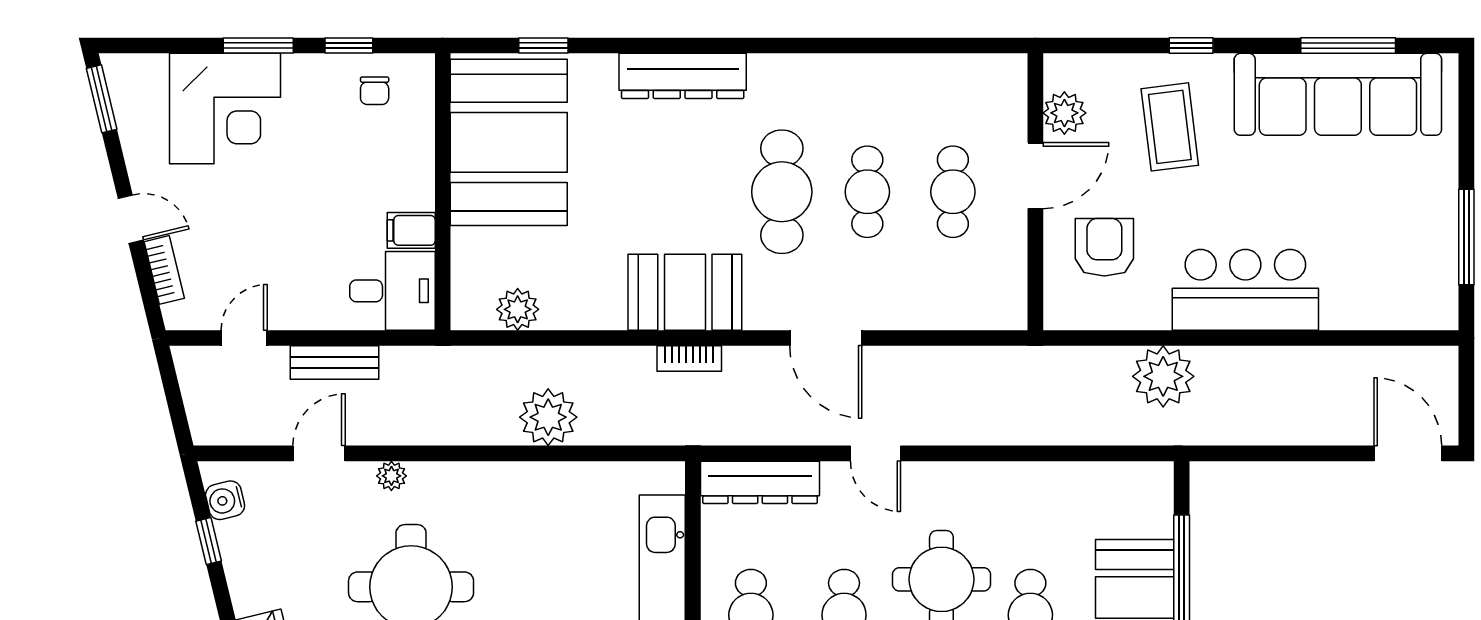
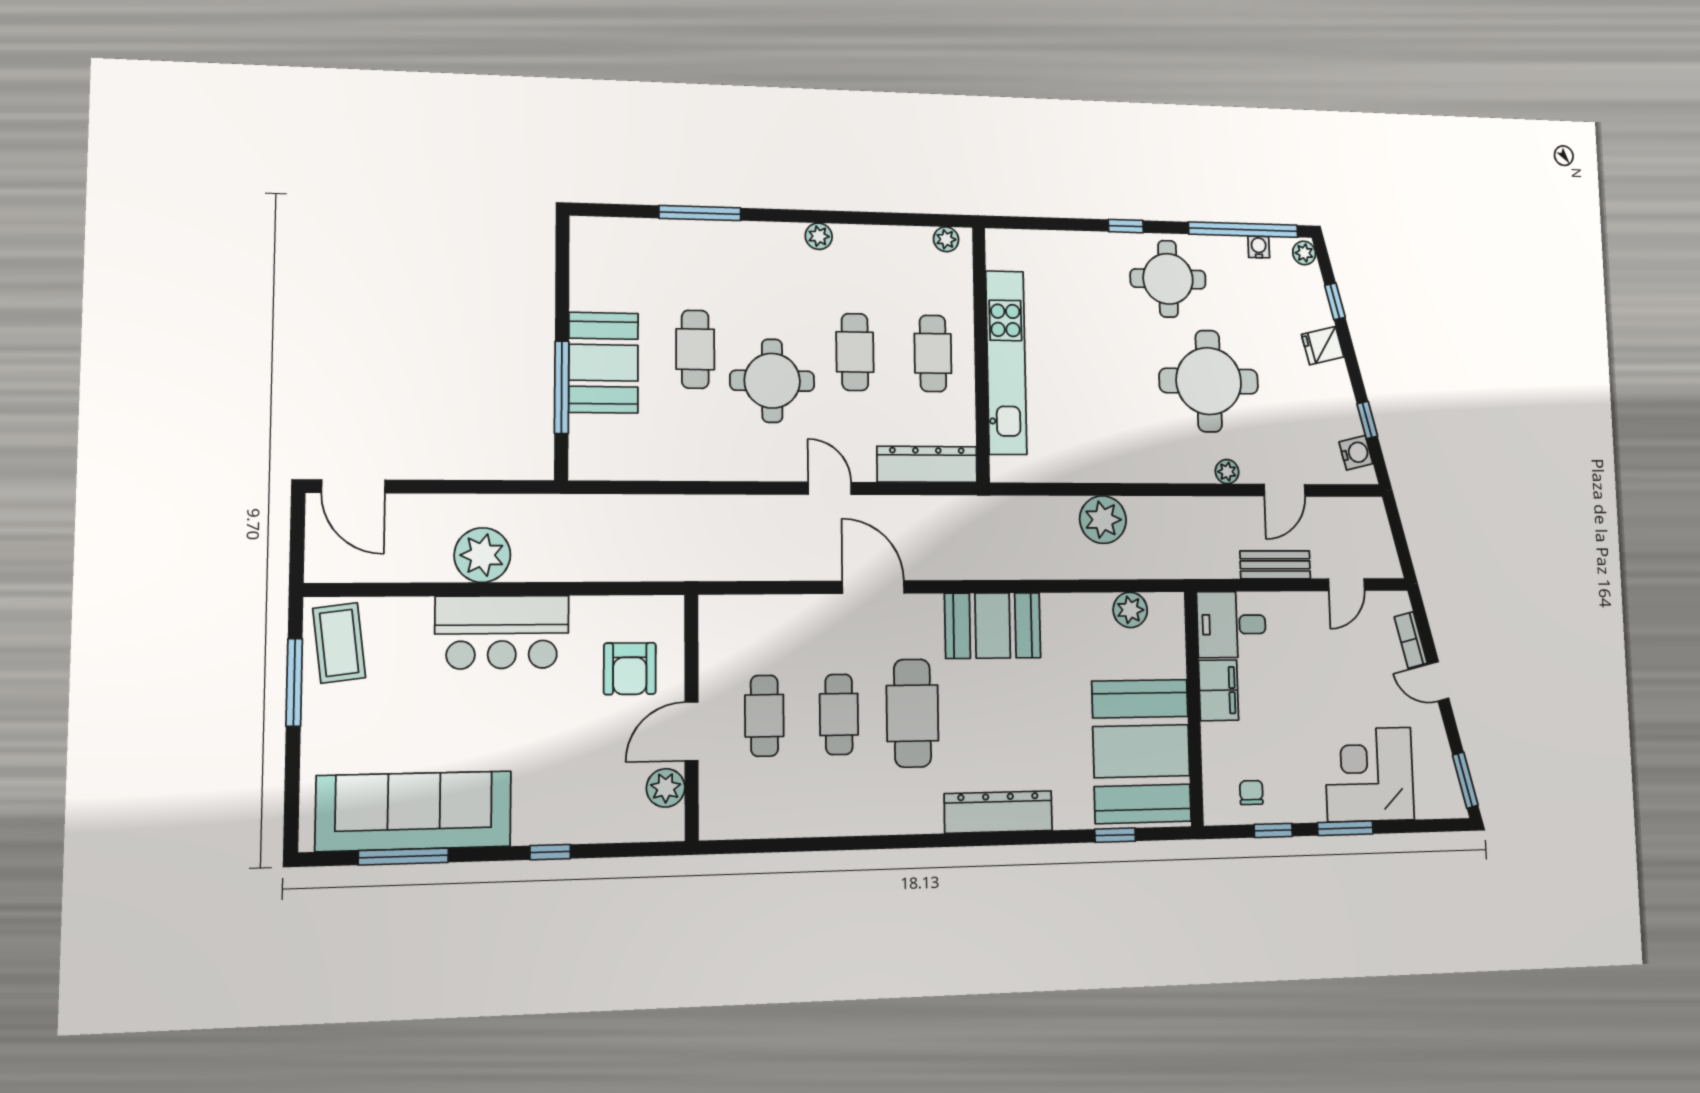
coffee table: (1170, 127) -> (339, 643), moved
filing cabinet: (411, 230) -> (1219, 690), width x2.00
bookcase: (689, 359) -> (988, 569), removed
plant: (1163, 376) -> (482, 555), moved

